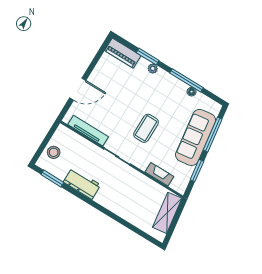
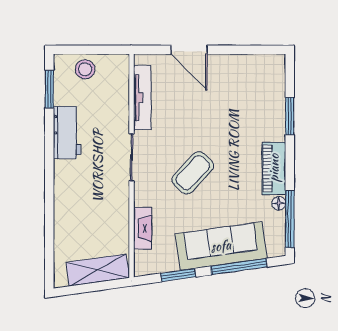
piano: (123, 53) -> (274, 168), moved
plant: (153, 69) -> (278, 133), removed
window: (187, 80) -> (290, 219), moved
coffee table: (146, 128) -> (193, 173), turned -47

